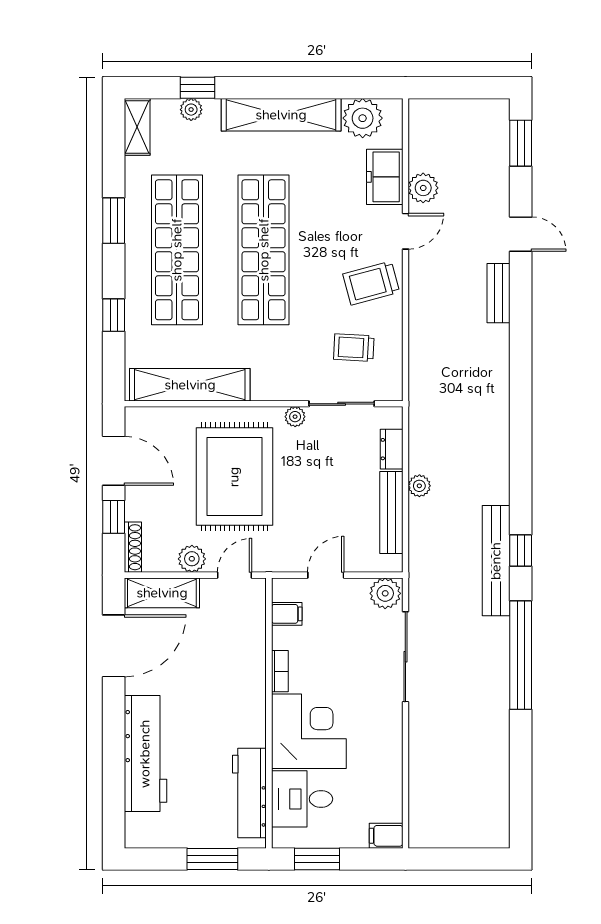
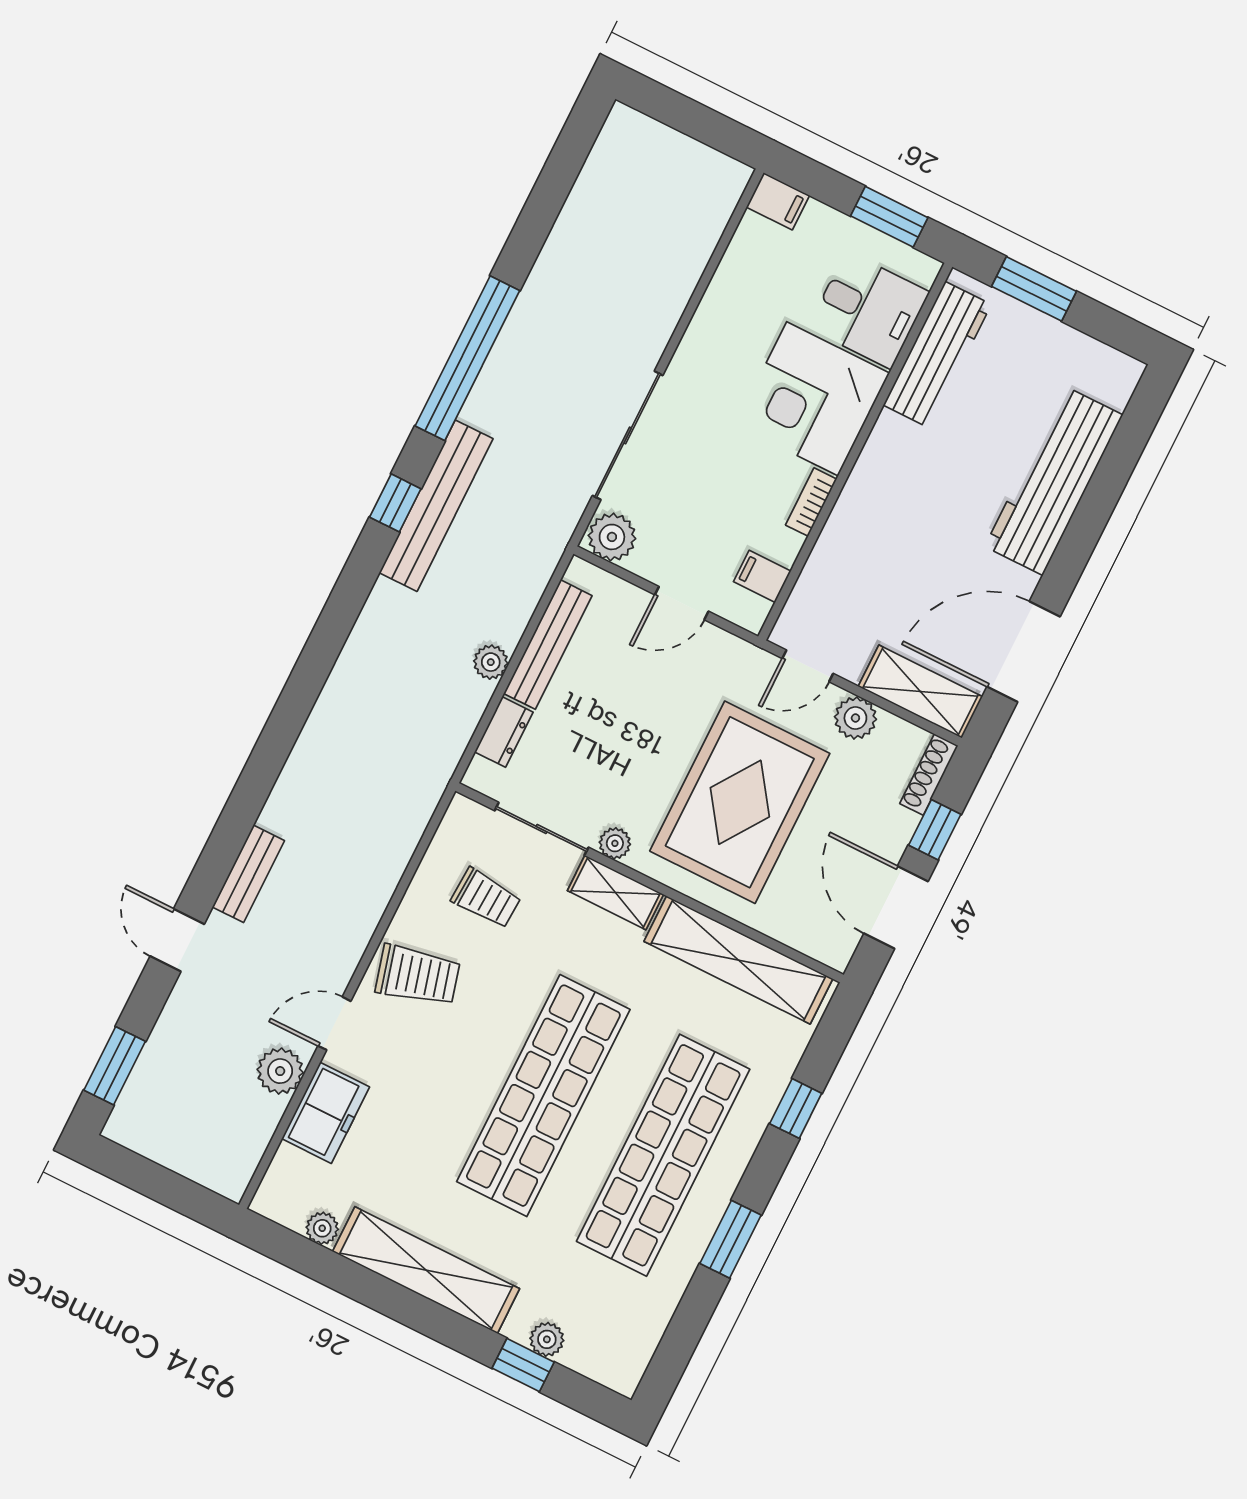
plant: (363, 118) -> (322, 1228), width x0.53, depth x0.53
shelving: (137, 127) -> (615, 893), moved, turned 90

